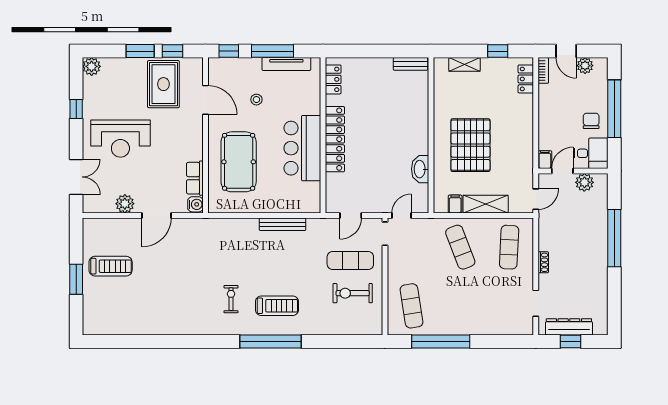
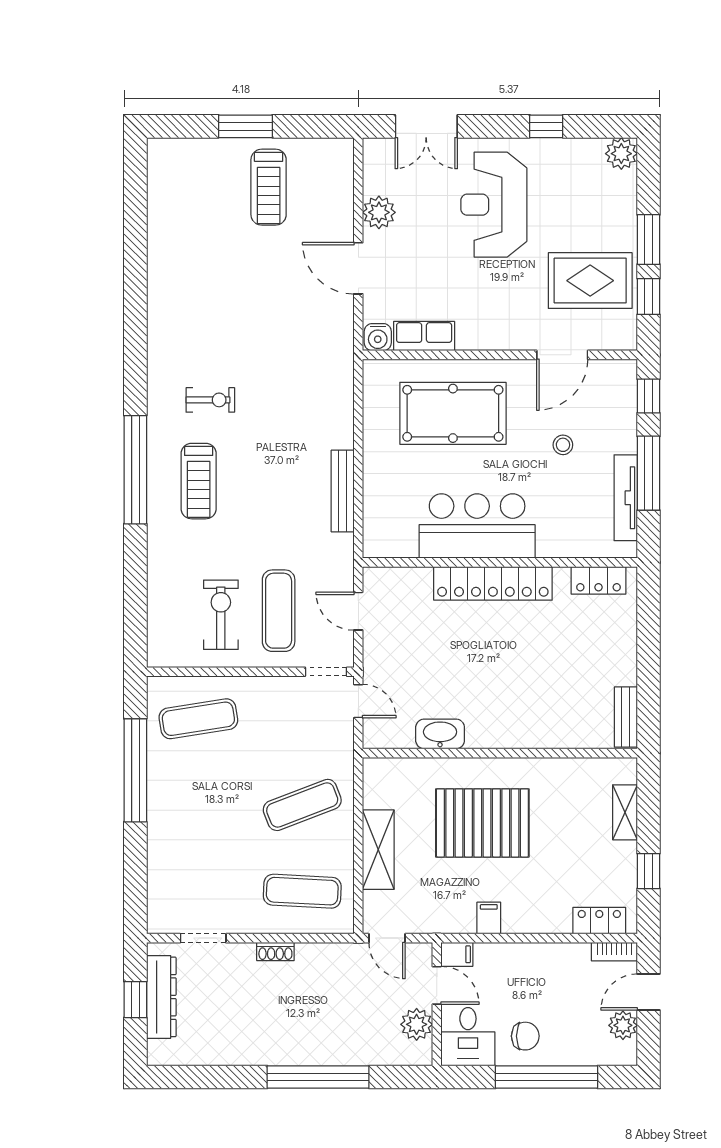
filing cabinet: (455, 204) -> (489, 918), moved, turned -90

